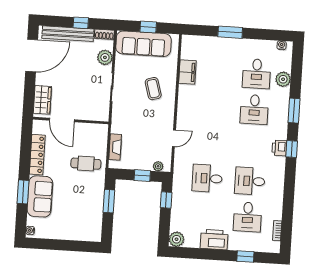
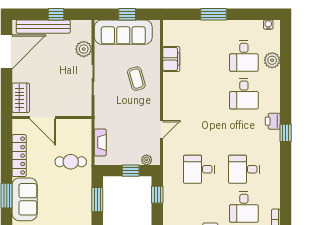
shoe rack: (104, 34) -> (81, 25), removed
window: (294, 111) -> (286, 92), removed
printer: (279, 148) -> (273, 121), moved

